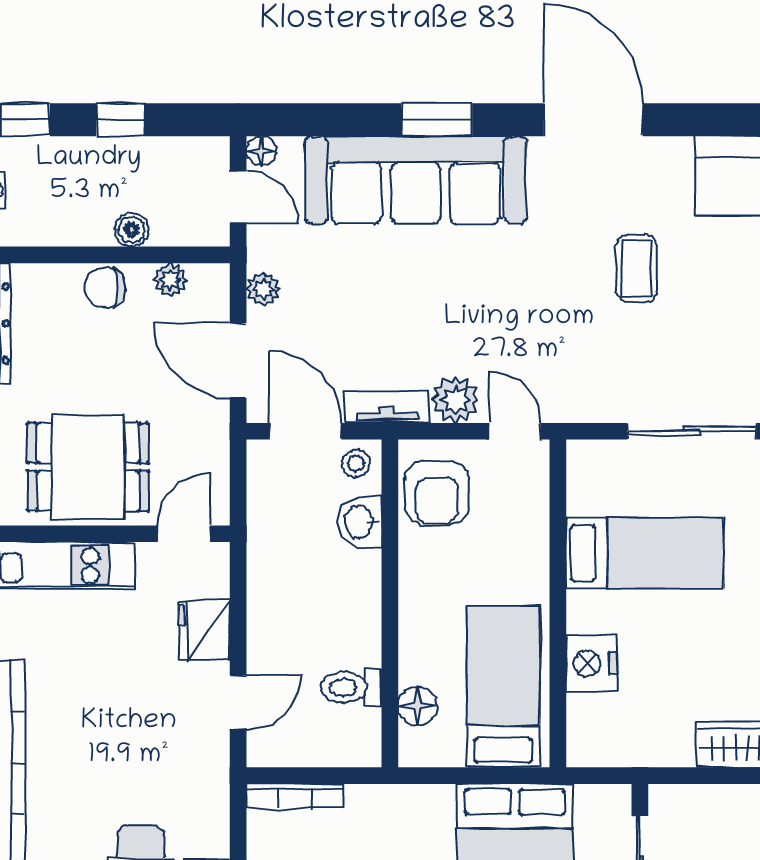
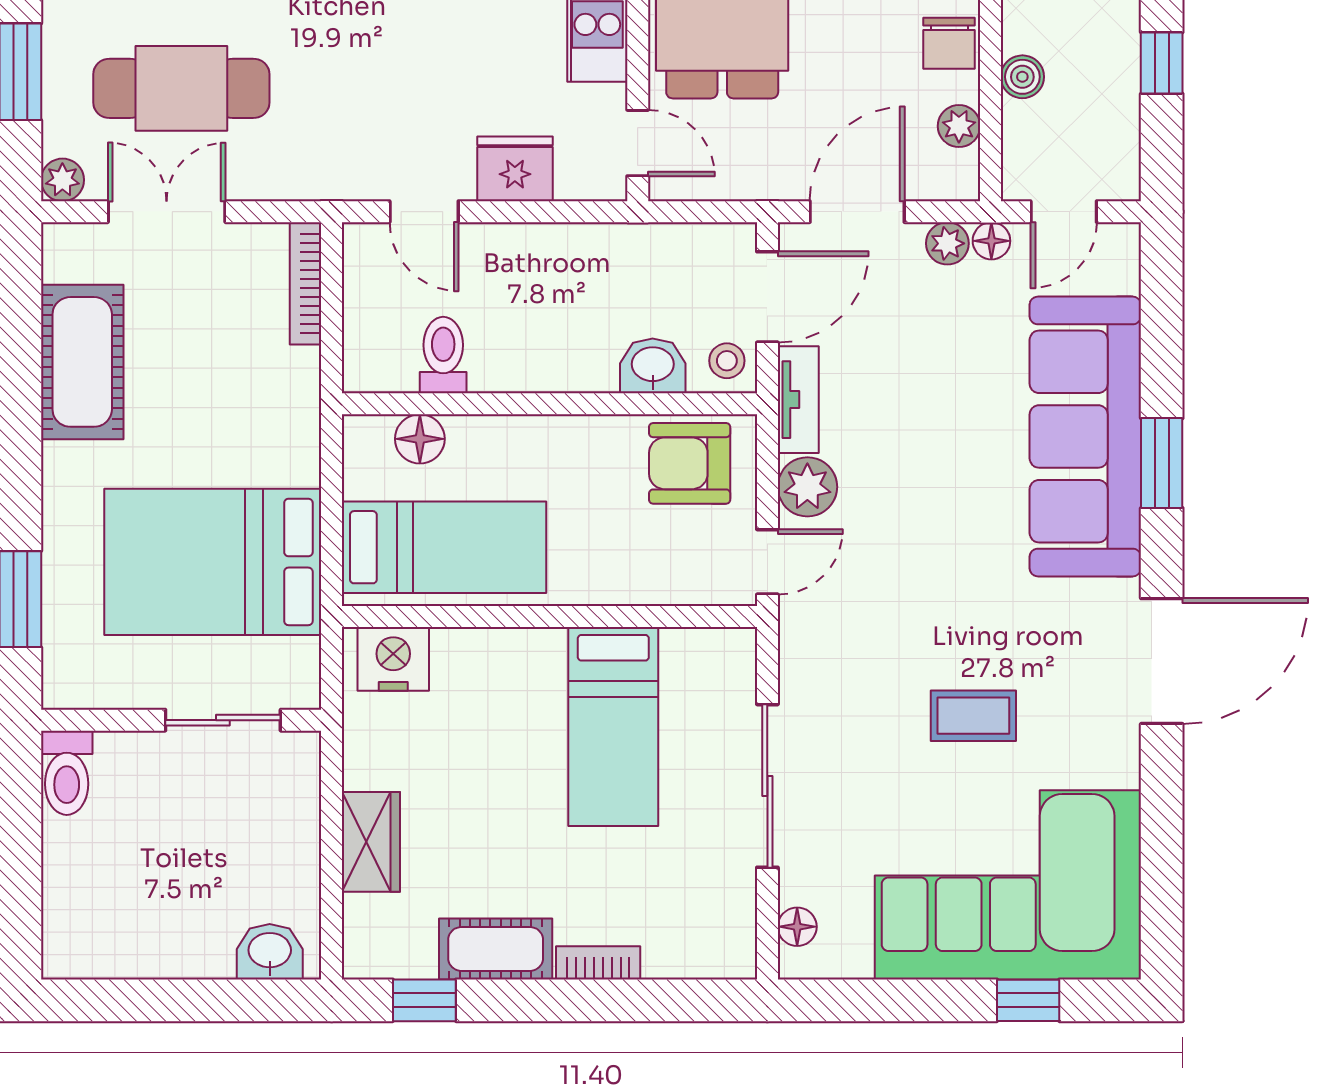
floor lamp: (261, 151) -> (991, 241), moved
chair: (105, 288) -> (949, 43), turned 180
nightstand: (591, 663) -> (393, 659), moved

